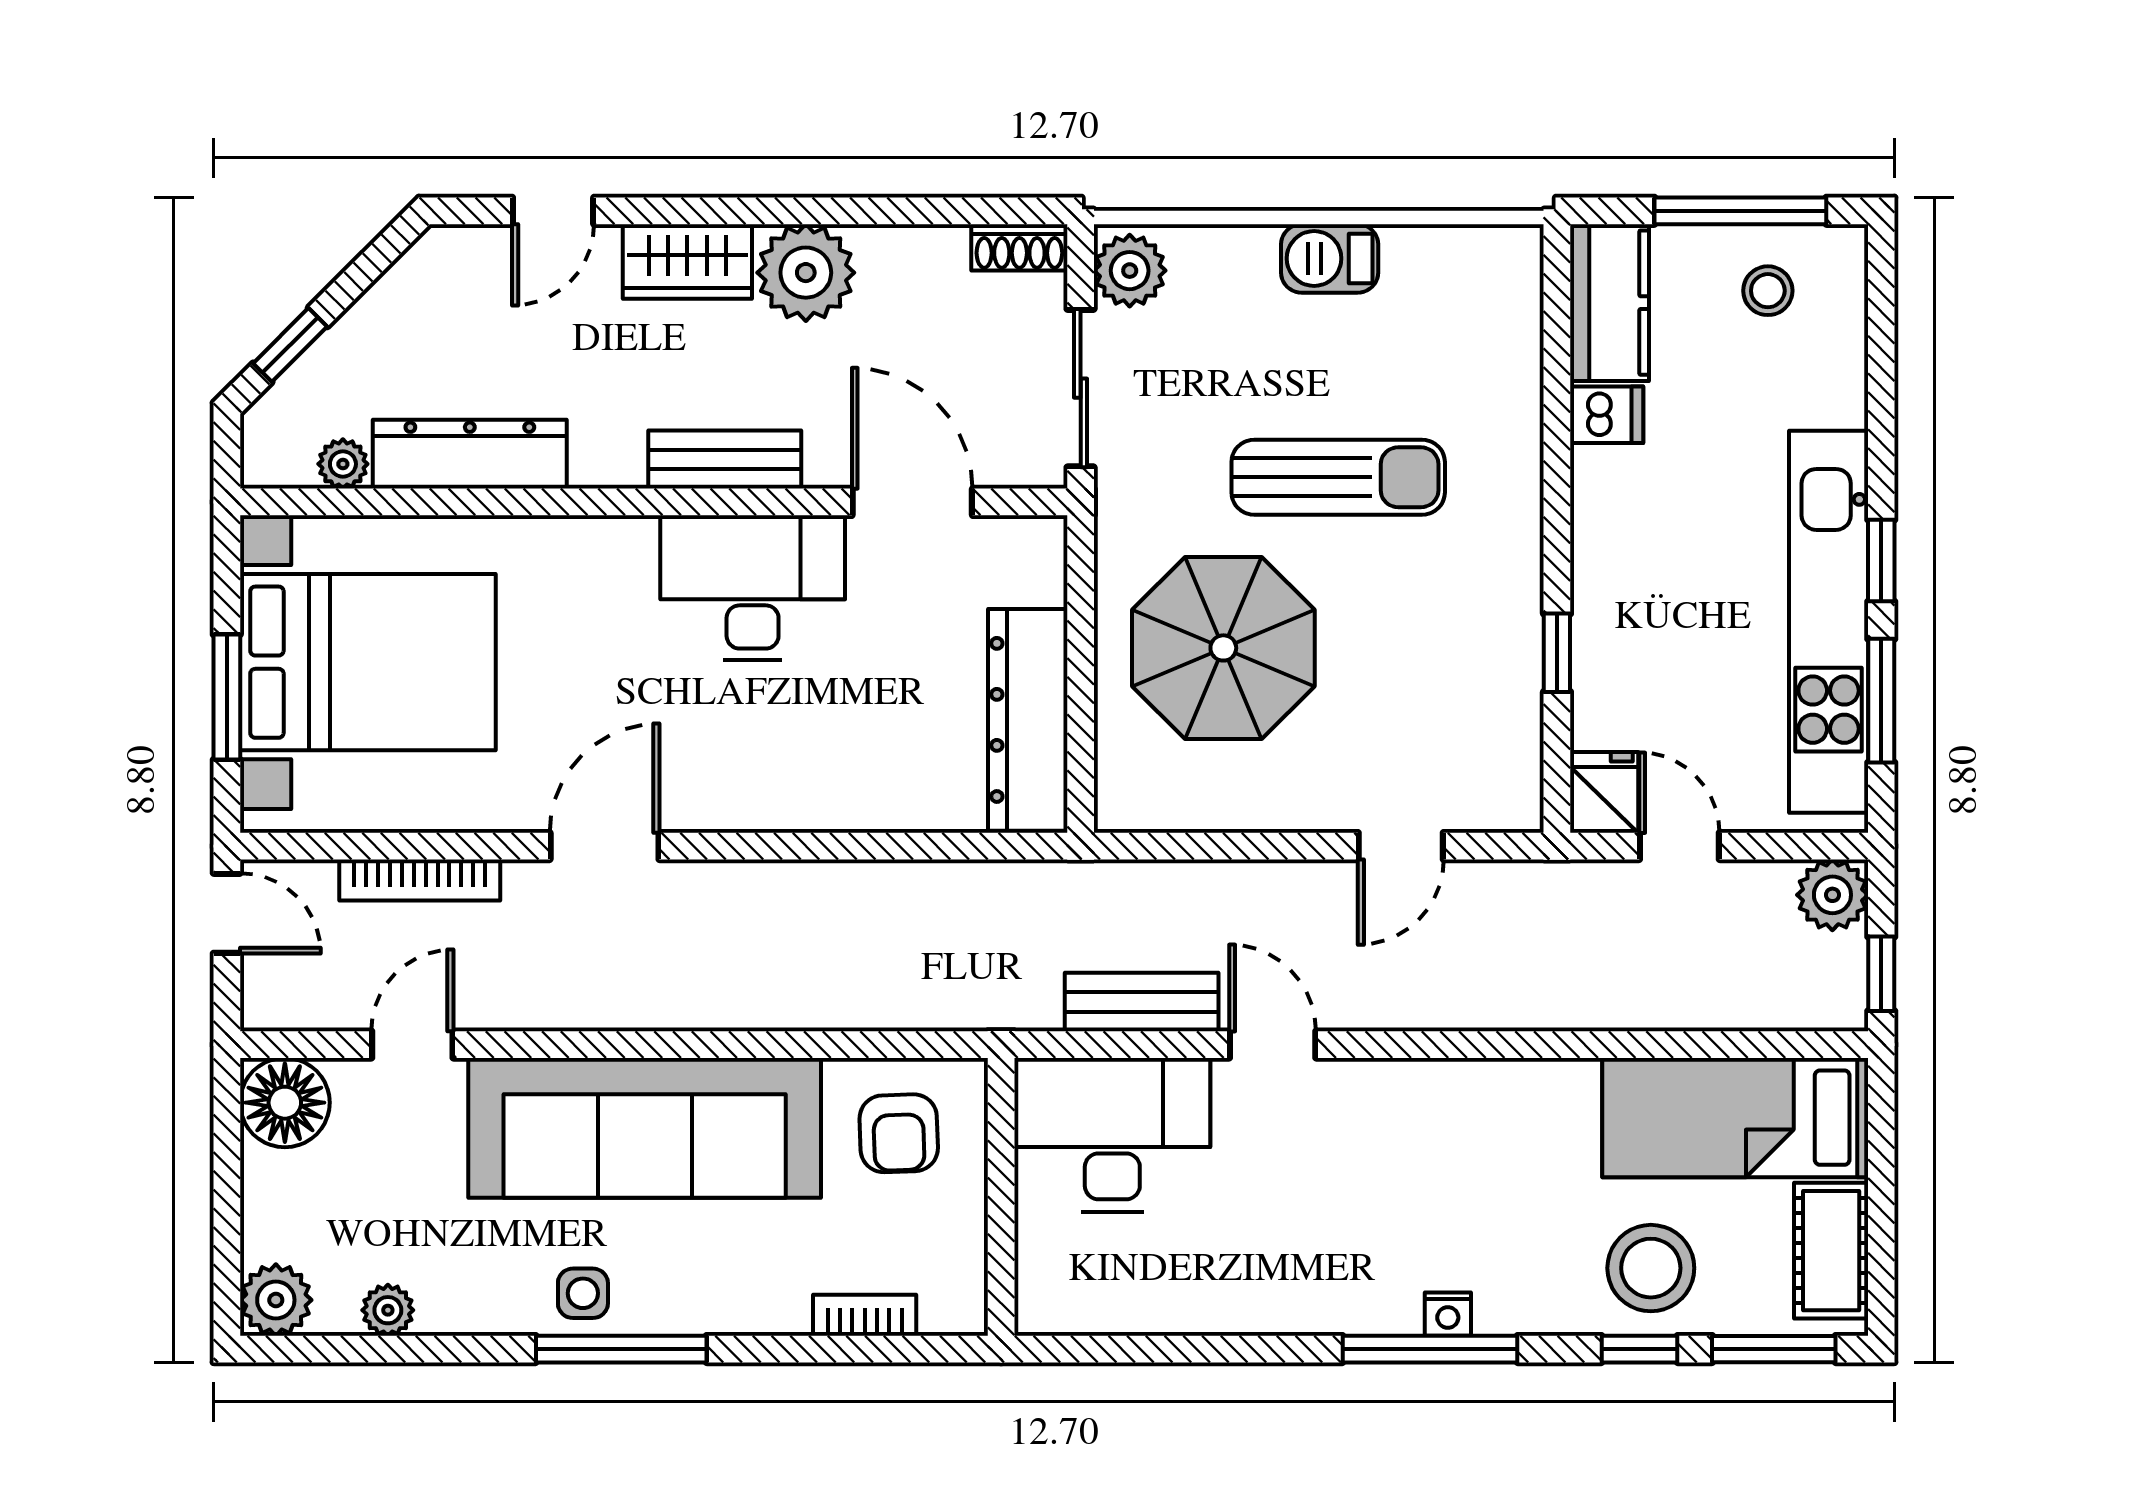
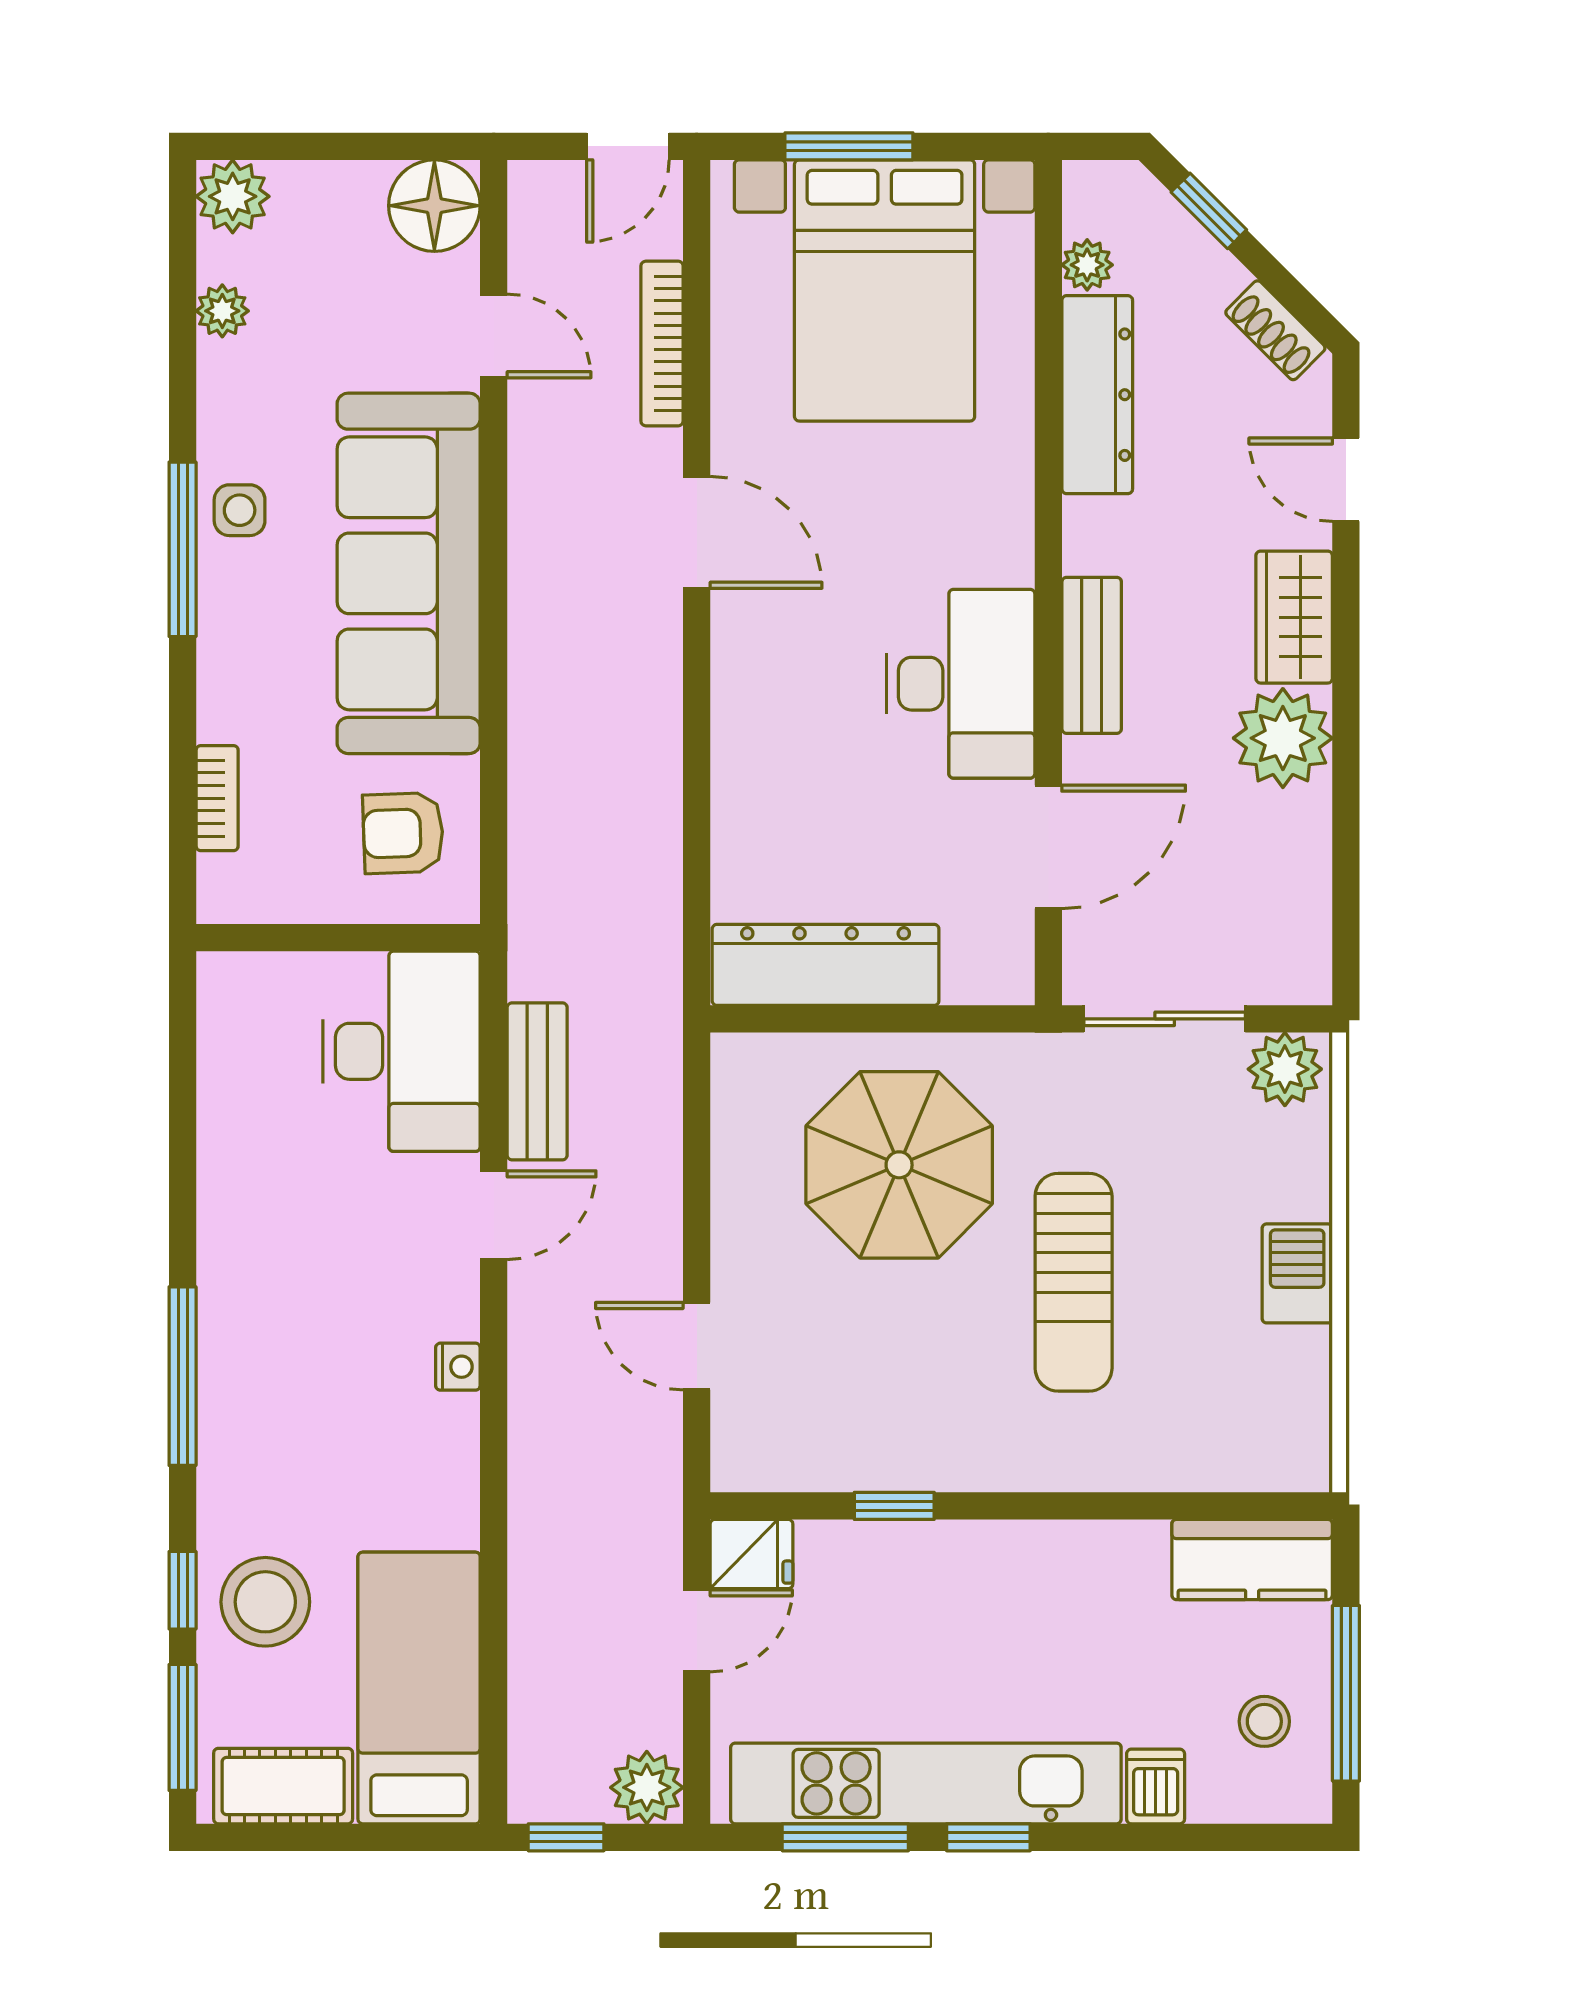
shoe rack: (1019, 247) -> (1275, 330), moved, turned -45
dishwasher: (1607, 415) -> (1156, 1786), moved, turned 180
nightstand: (1448, 1314) -> (458, 1367), moved, turned 180

